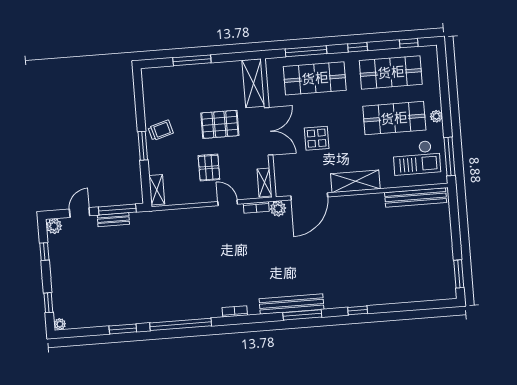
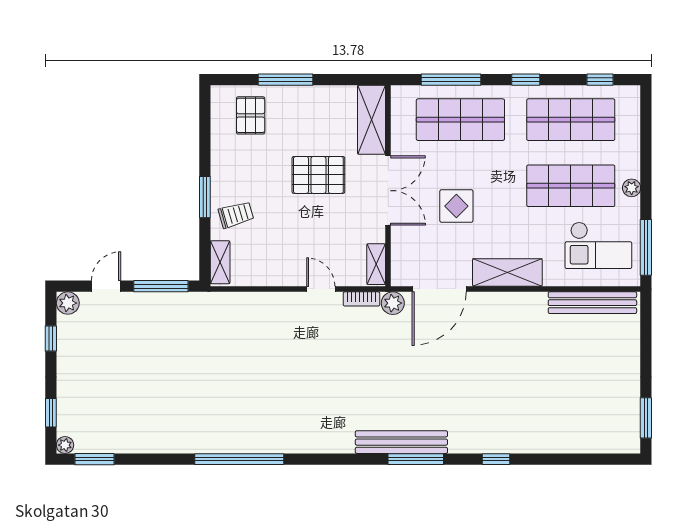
trolley: (161, 130) -> (236, 215), moved
pallet: (209, 168) -> (251, 115), moved
bench: (113, 220) -> (154, 300), removed
bookcase: (235, 311) -> (319, 446), removed
window: (123, 329) -> (95, 459), moved

